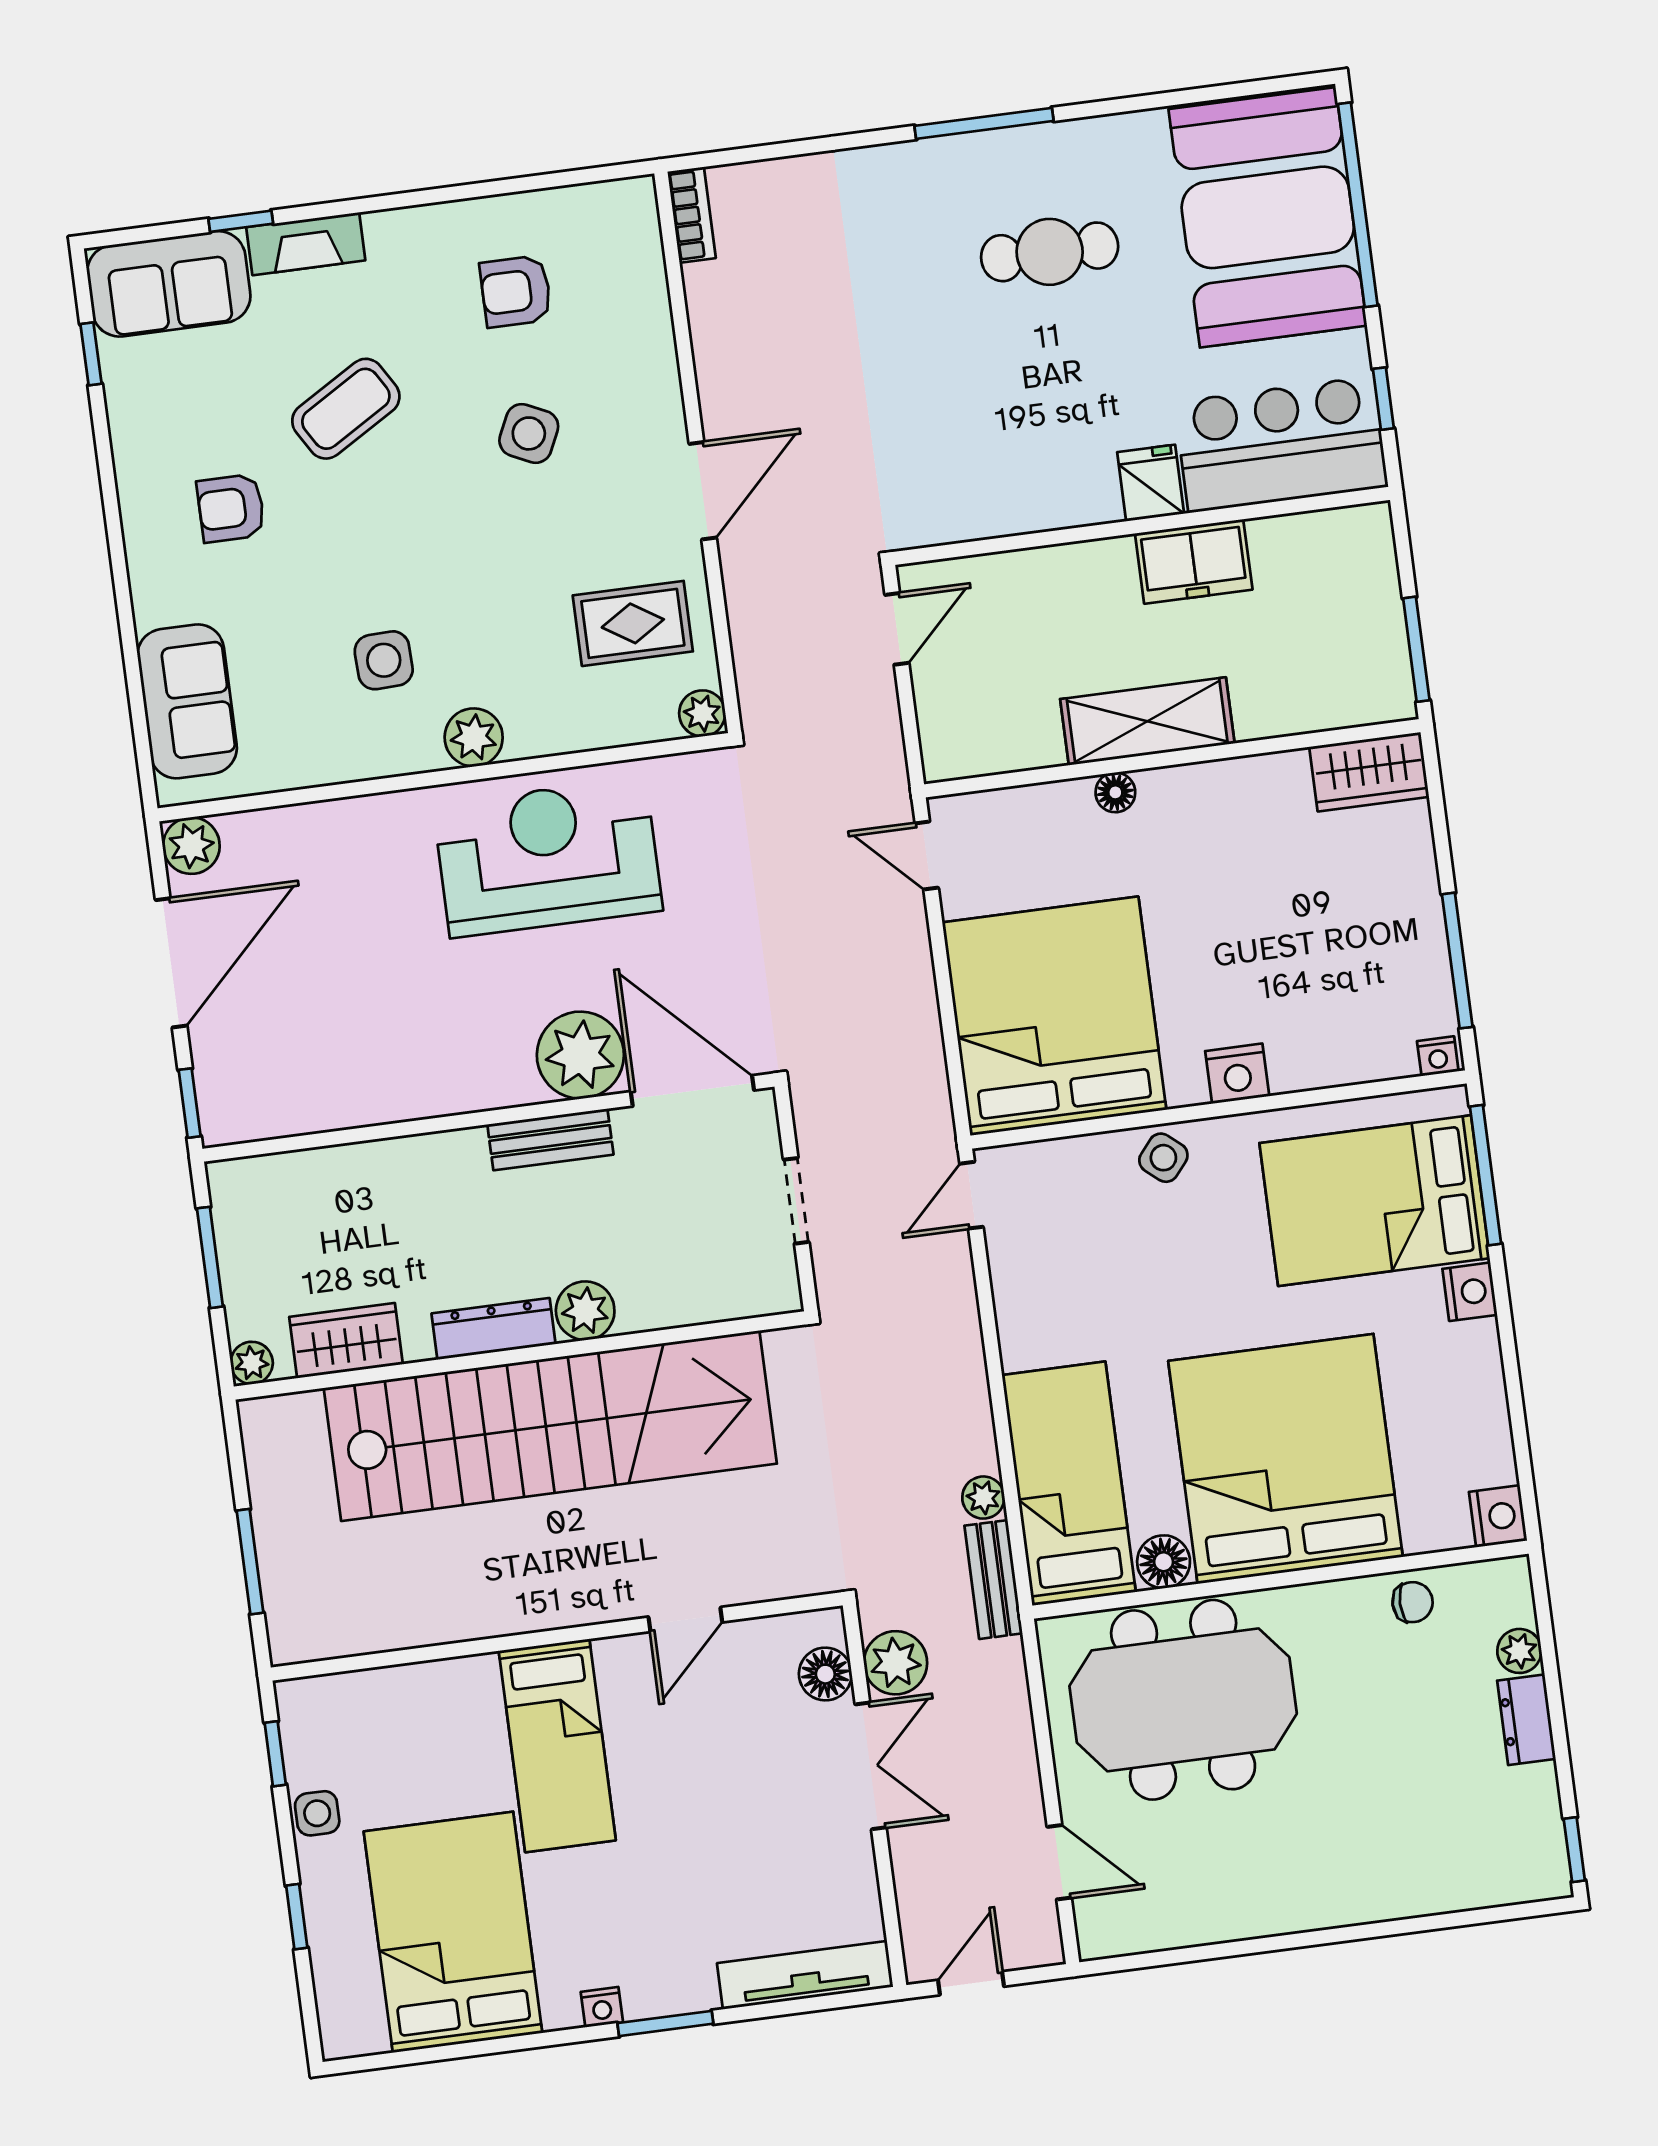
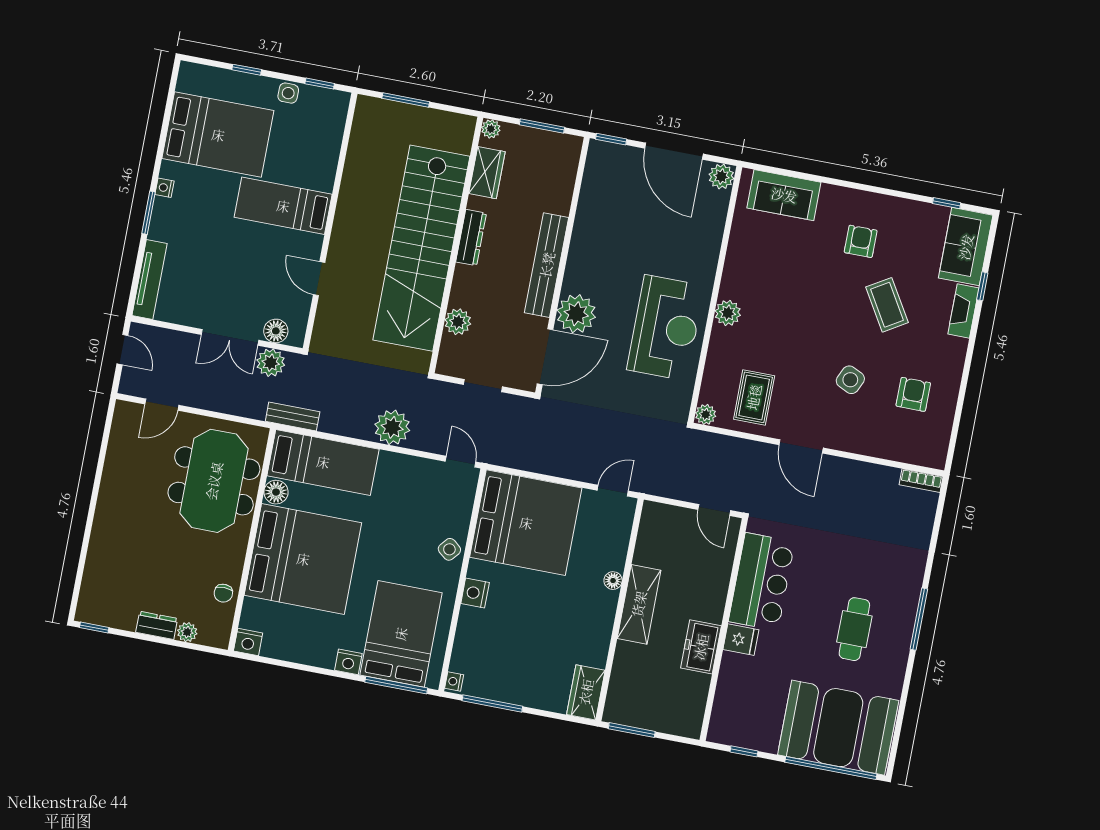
bar counter: (1281, 444) -> (762, 582), moved
side table: (384, 660) -> (774, 285), removed
bench: (550, 1139) -> (547, 265), width x1.86, depth x1.21
plant: (585, 1311) -> (458, 322), moved
plant: (983, 1498) -> (392, 427), moved, width x1.88, depth x1.88

